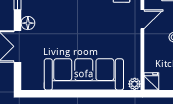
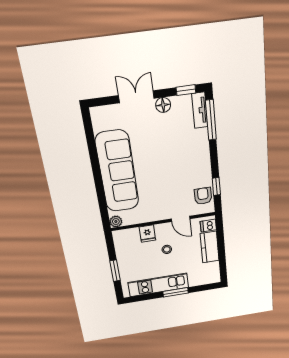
fridge: (151, 81) -> (147, 234), moved, turned 90

